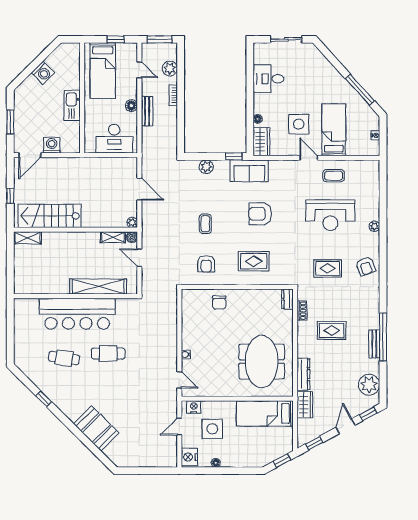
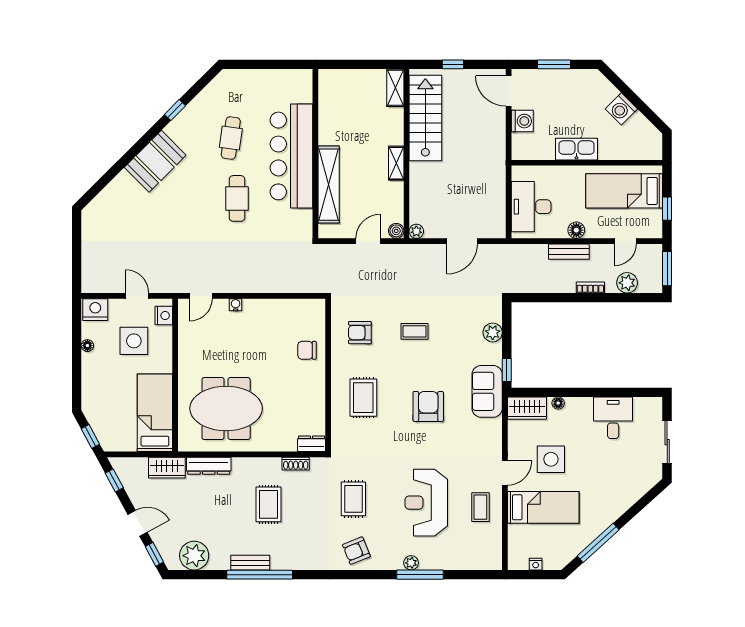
window: (383, 220) -> (420, 575), added
shelving: (113, 237) -> (396, 163), moved
booth: (96, 428) -> (155, 161), moved

